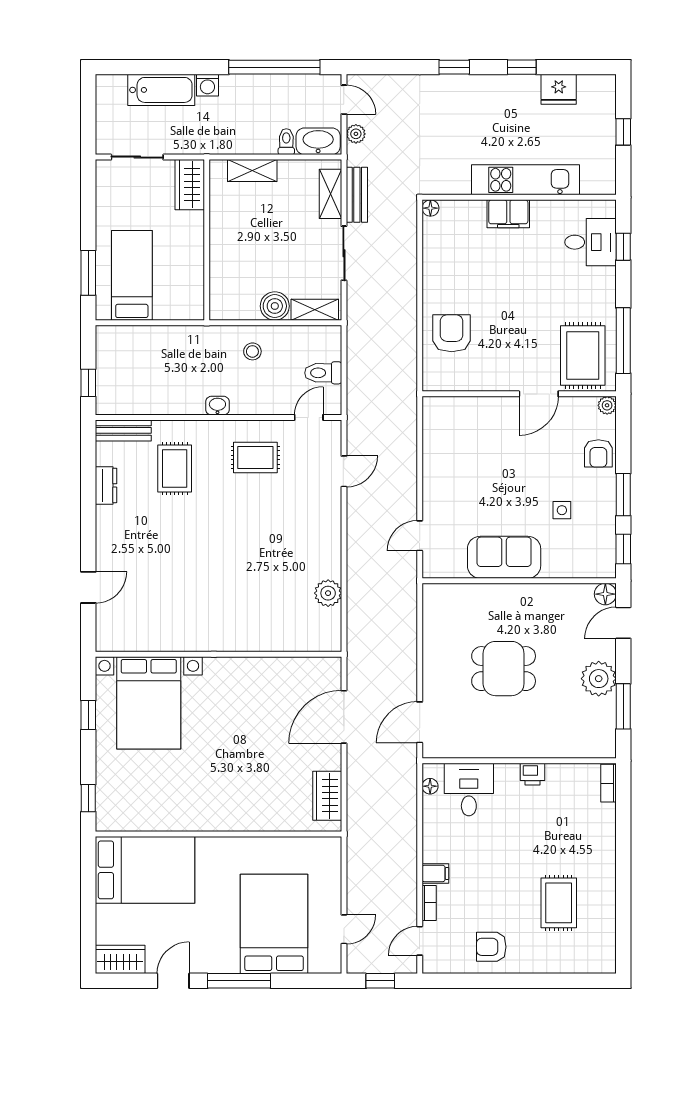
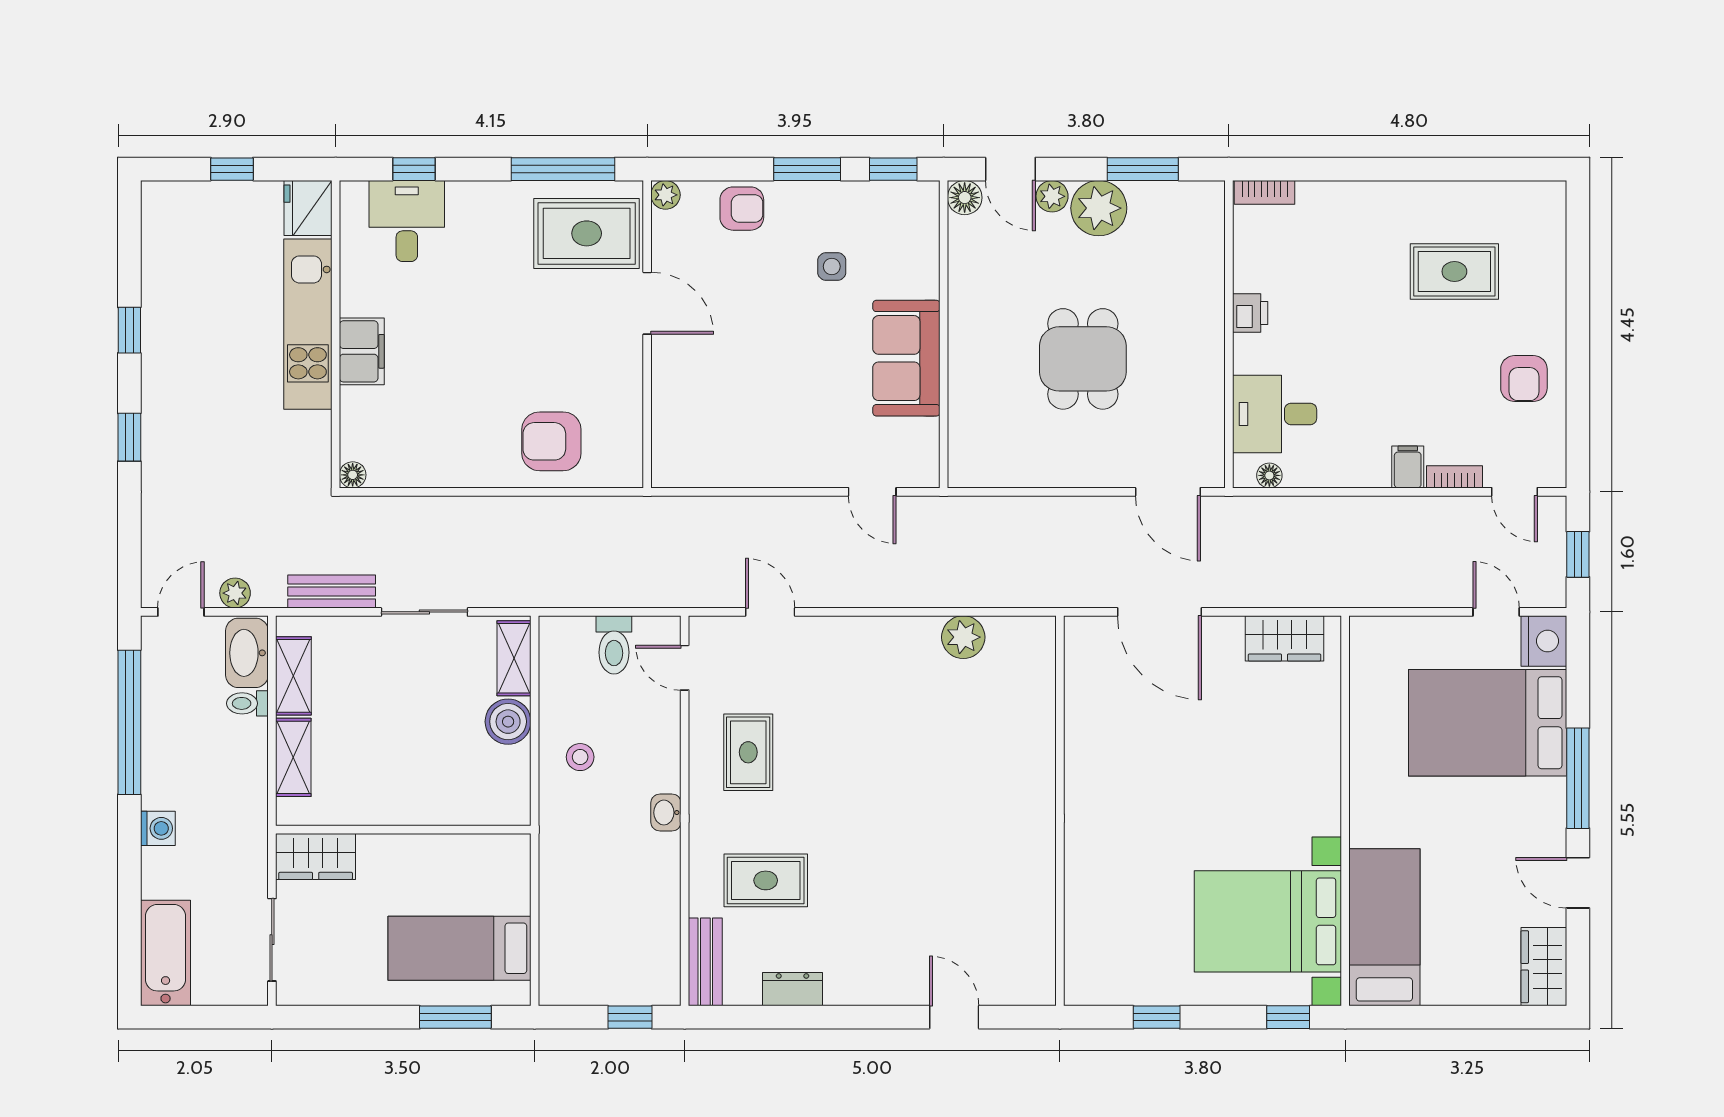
fridge: (559, 89) -> (308, 208), moved, turned 180
bathtub: (161, 90) -> (166, 953), moved
shelving: (330, 194) -> (293, 676), moved, turned 90
plant: (606, 649) -> (1052, 196), added
bed with nightstands: (149, 703) -> (1268, 921), moved, turned 180
bed: (145, 870) -> (1384, 927), width x0.67
nightstand: (326, 959) -> (1544, 641), added

